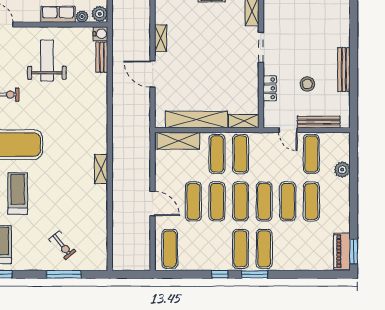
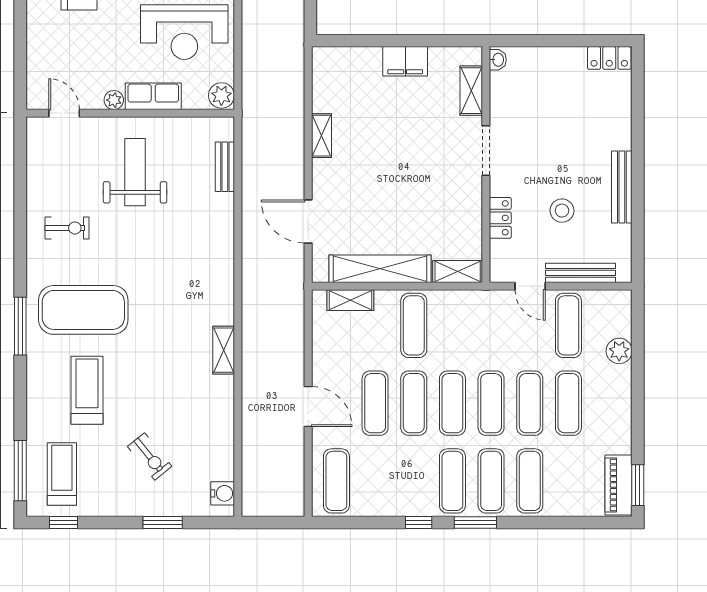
plant: (82, 17) -> (114, 100), moved
water cooler: (100, 34) -> (223, 493), moved
door: (152, 74) -> (308, 222), moved
shelving: (178, 141) -> (350, 300), width x0.67, depth x0.75
exercise mat: (241, 154) -> (530, 481), moved
exercise bike: (62, 245) -> (150, 456), moved
window: (64, 274) -> (163, 522), width x0.69

